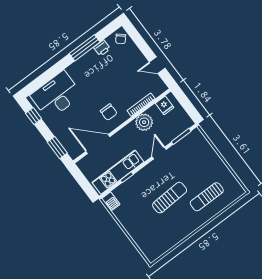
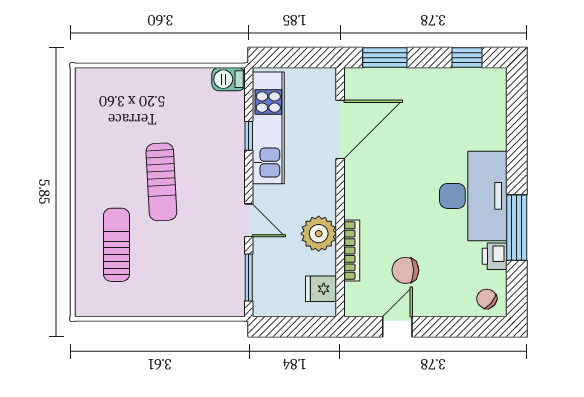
desk: (56, 95) -> (473, 196), moved
chair: (109, 112) -> (405, 270), moved

